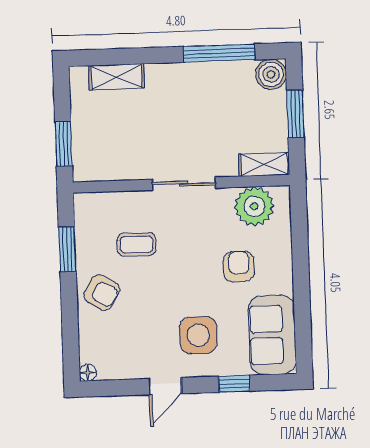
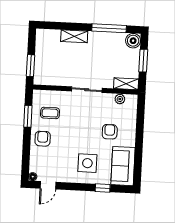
shelving: (116, 77) -> (74, 36), moved
plant: (254, 206) -> (120, 99), width x0.53, depth x0.53
coffee table: (137, 244) -> (50, 113), moved
armchair: (102, 293) -> (43, 139), turned -121
door: (165, 386) -> (48, 185), moved

